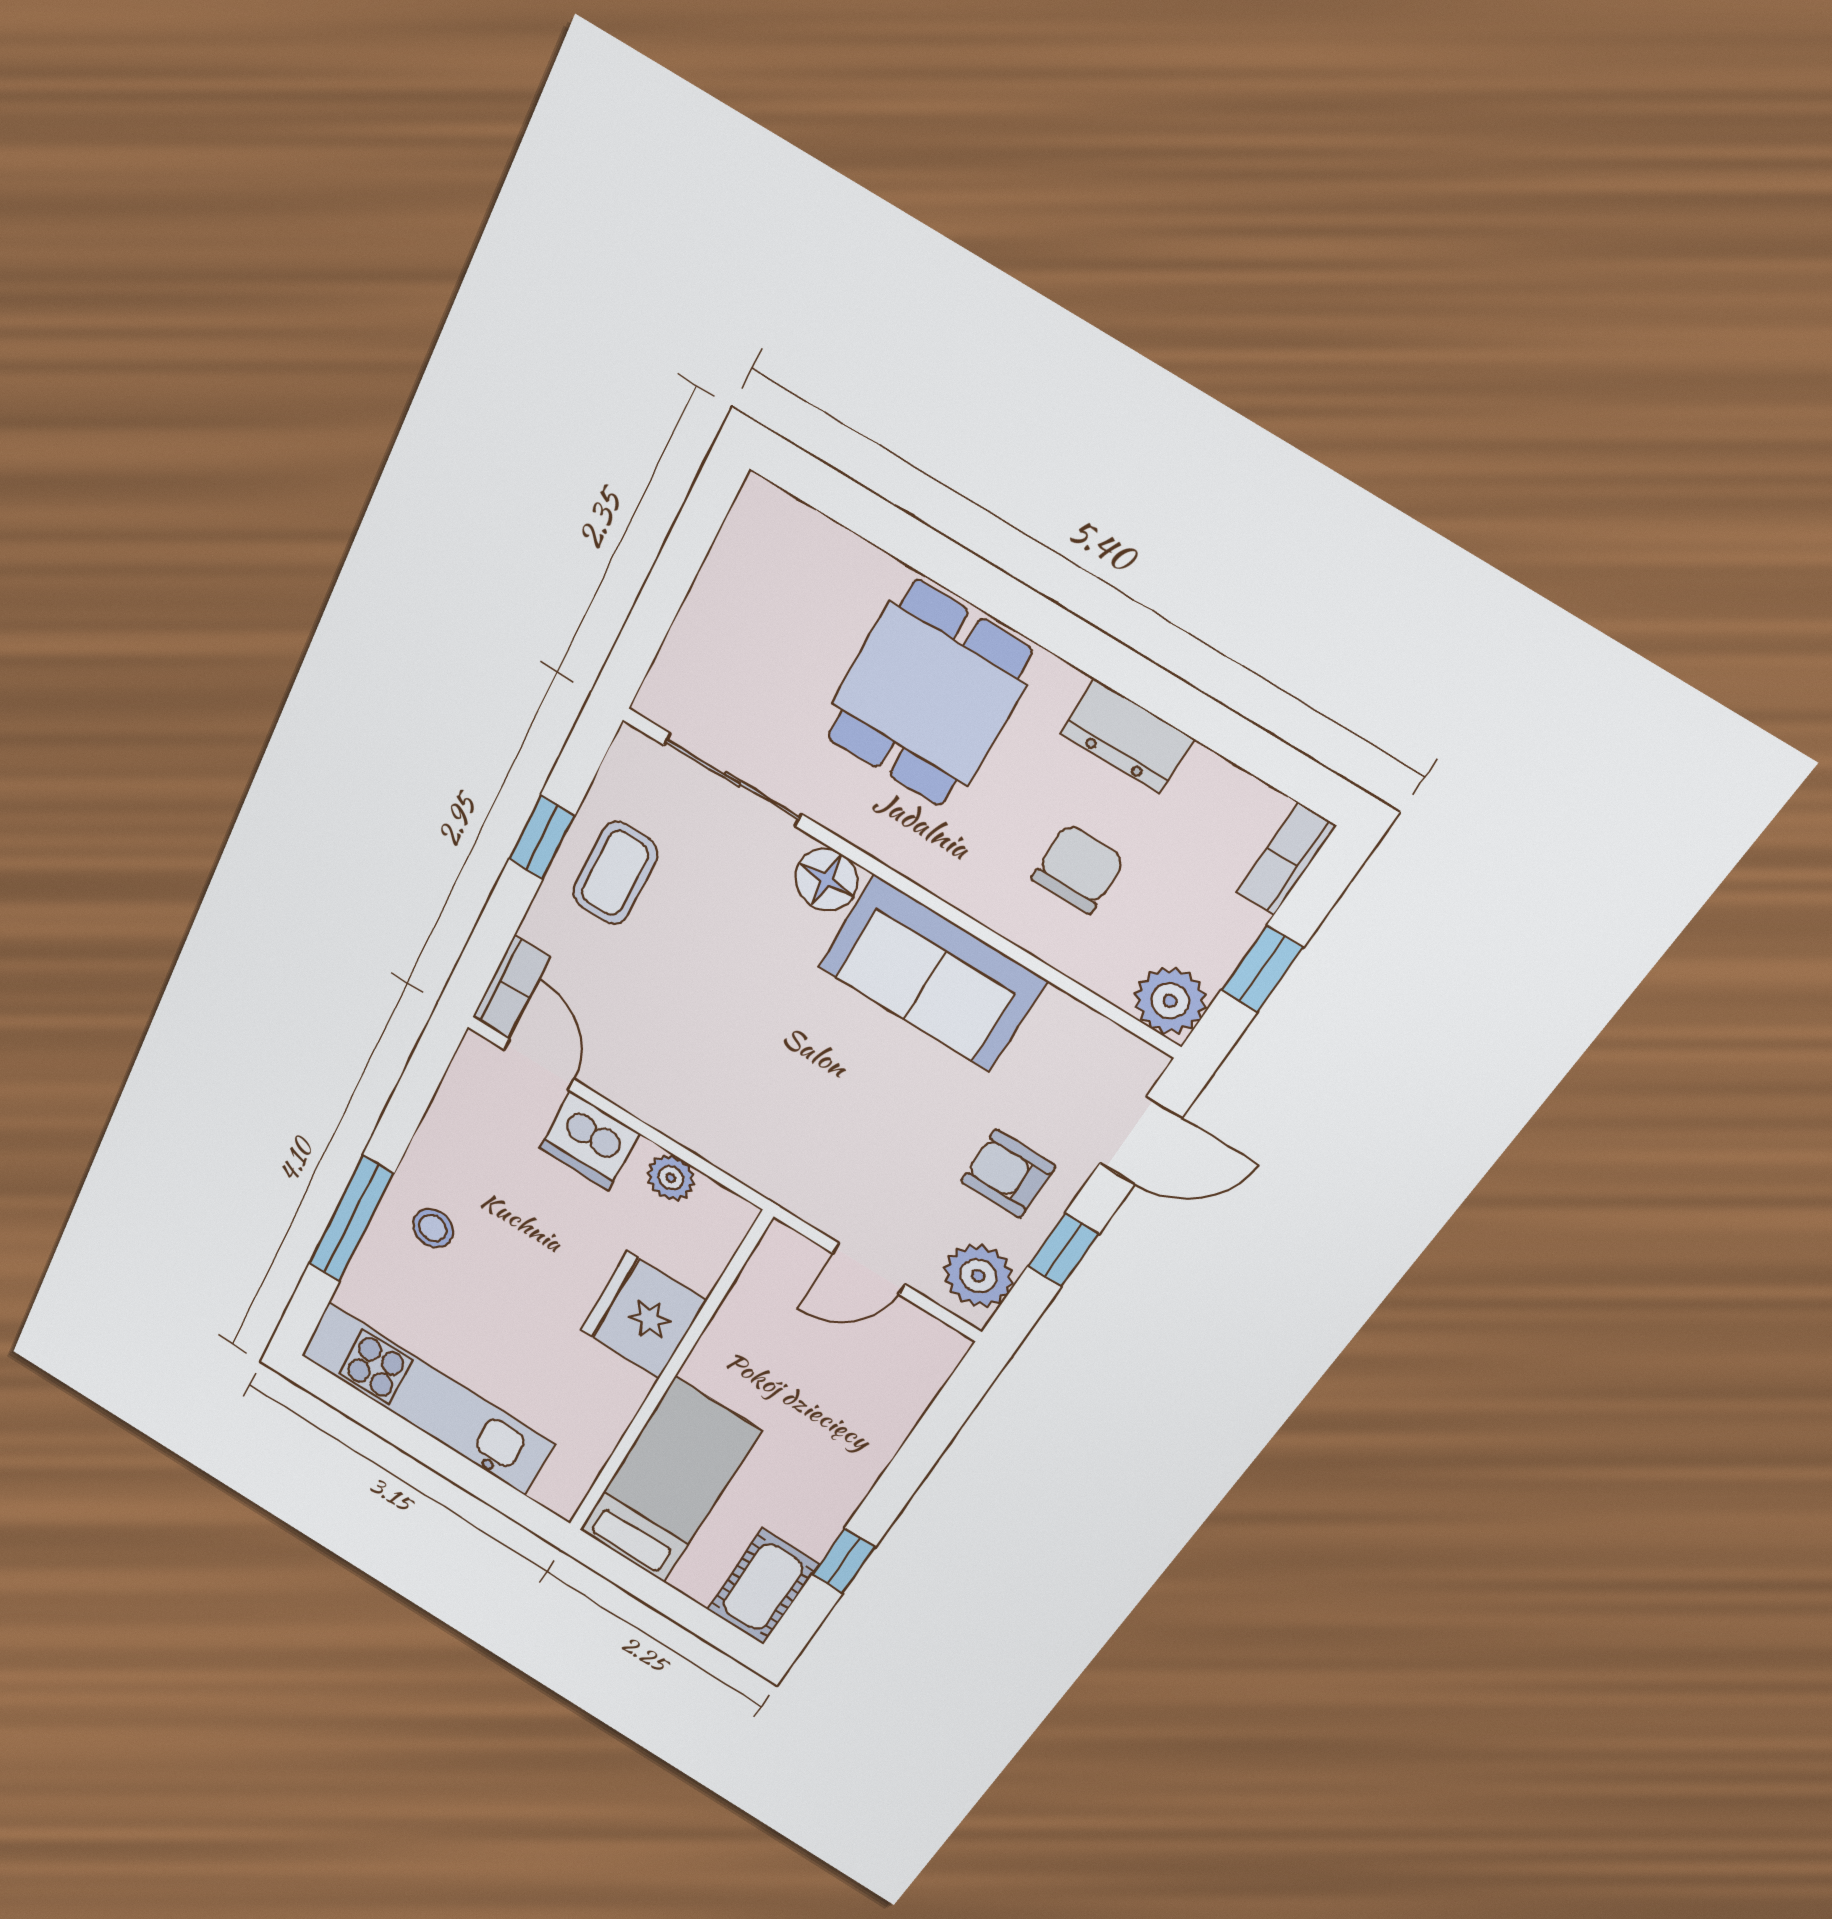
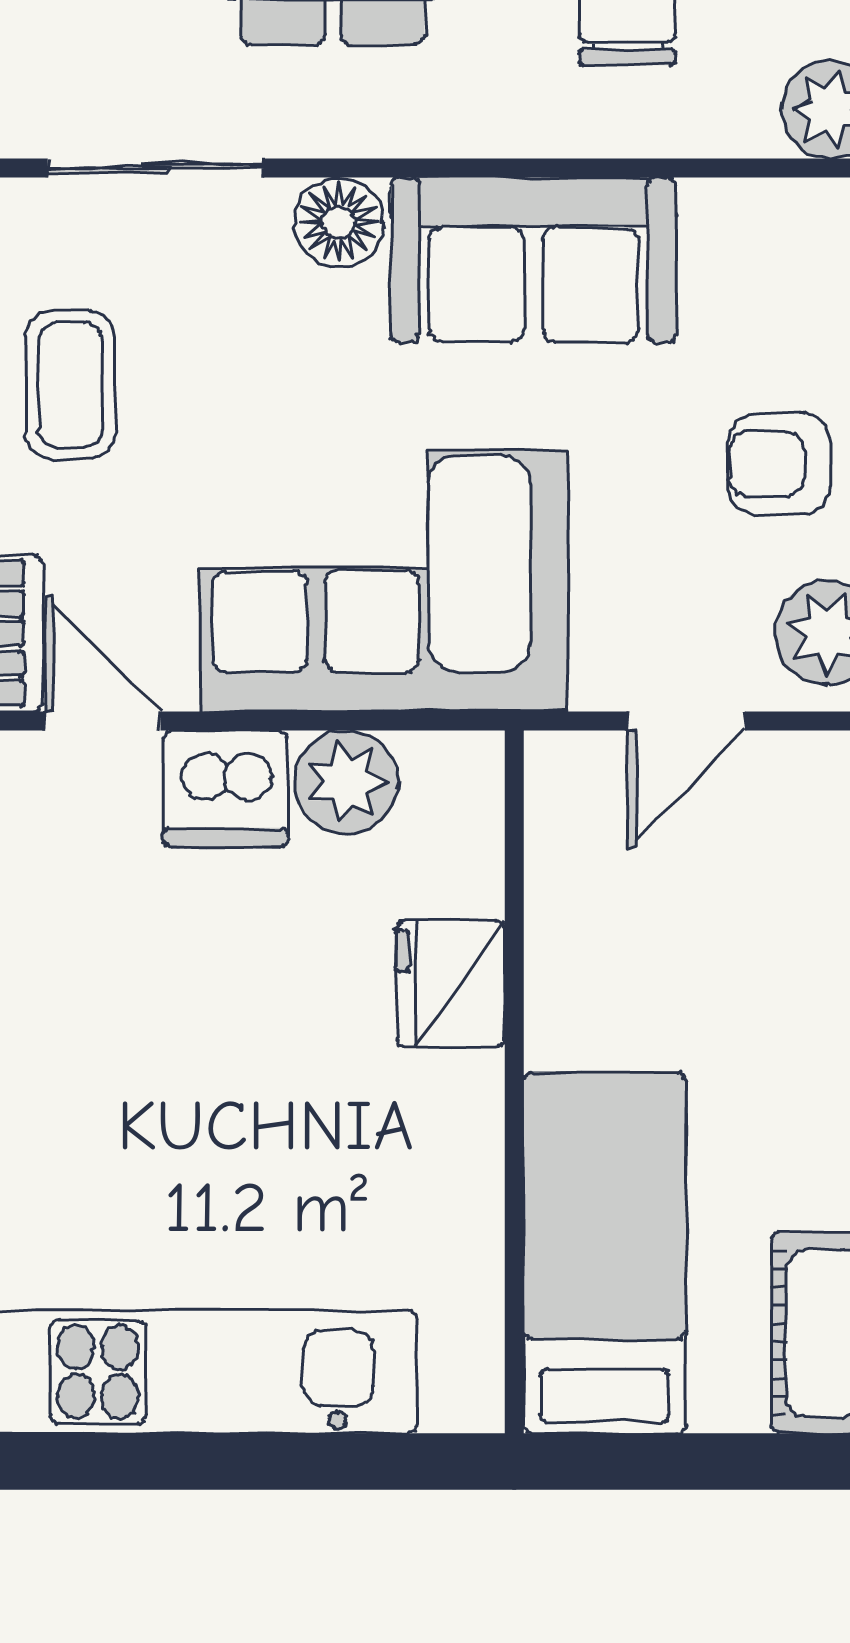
corner sofa: (739, 1091) -> (384, 581), added
plant: (671, 1178) -> (347, 782), width x1.38, depth x1.38
stool: (433, 1228) -> (75, 1077), removed
fridge: (643, 1315) -> (450, 984), width x0.73, depth x0.75

